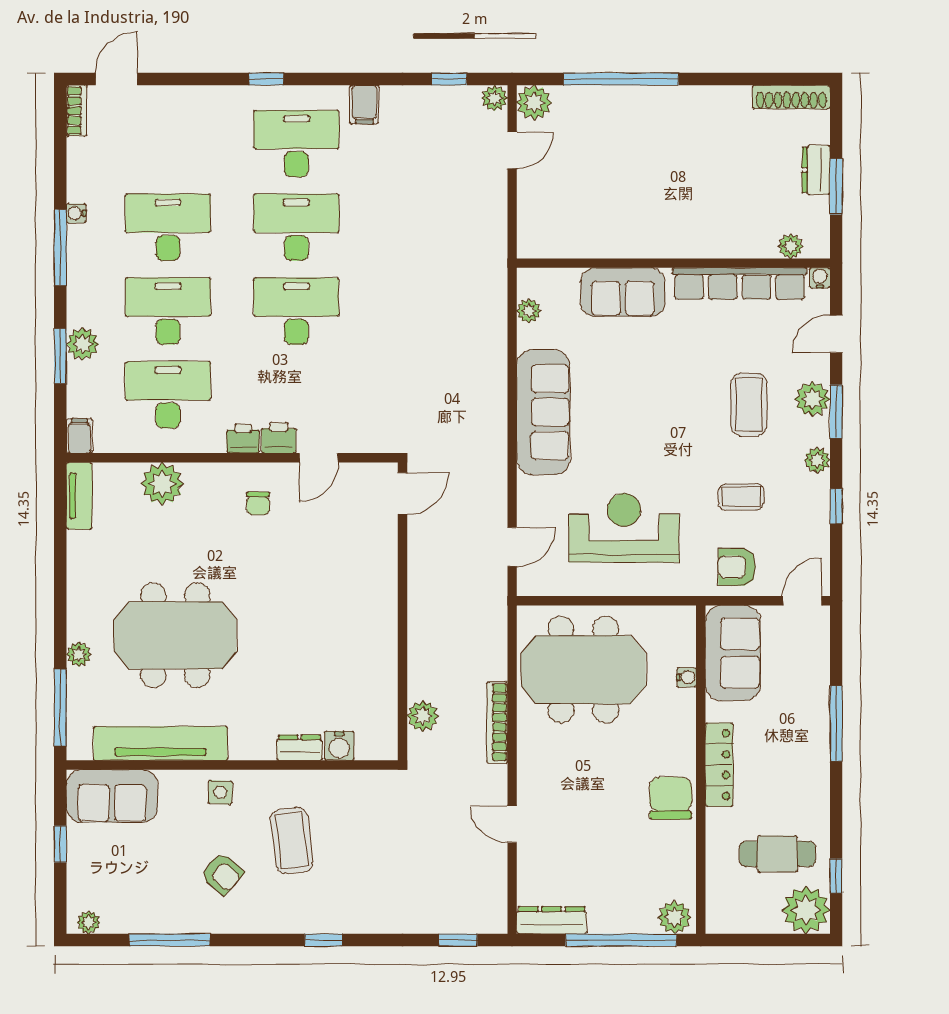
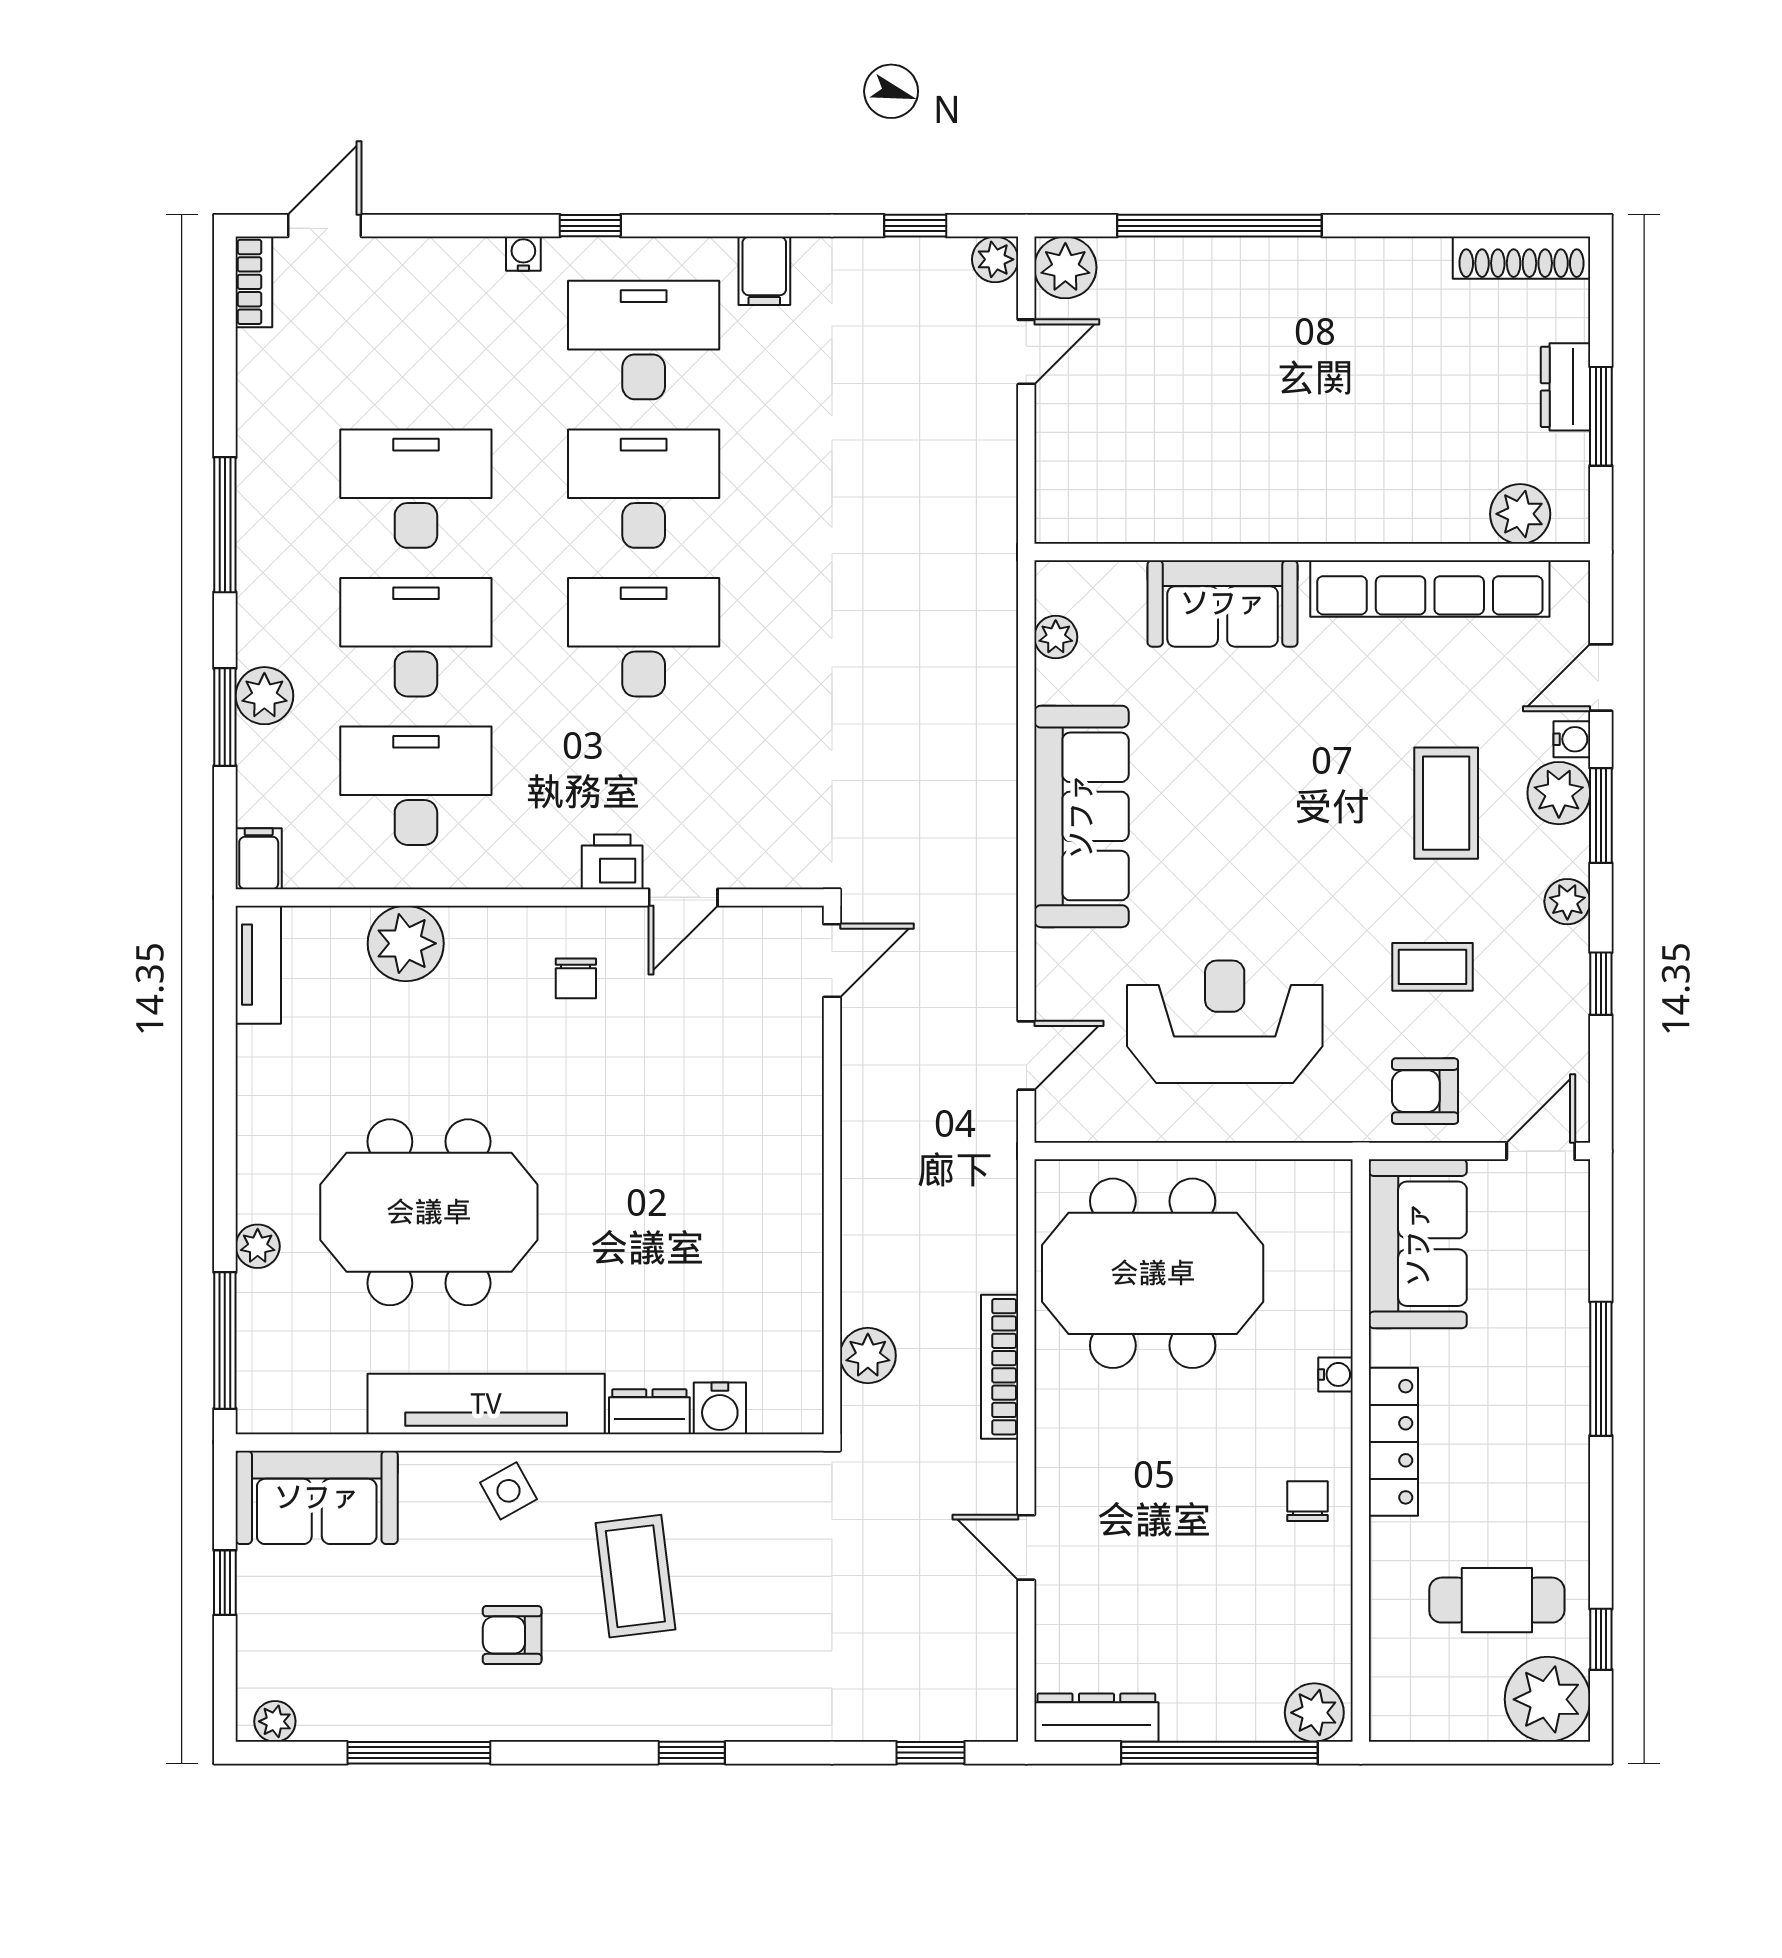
water cooler: (76, 213) -> (523, 254), moved, turned 90
plant: (791, 246) -> (1520, 514), width x1.38, depth x1.38
water cooler: (820, 278) -> (1572, 739), moved, turned 90
printer: (243, 439) -> (549, 863), removed
water cooler: (686, 677) -> (1336, 1374), moved
tv unit: (160, 743) -> (486, 1404), moved
side table: (220, 792) -> (508, 1491), turned -32
chair: (671, 798) -> (1307, 1501), width x0.54, depth x0.54
armchair: (222, 874) -> (512, 1635), turned 139

